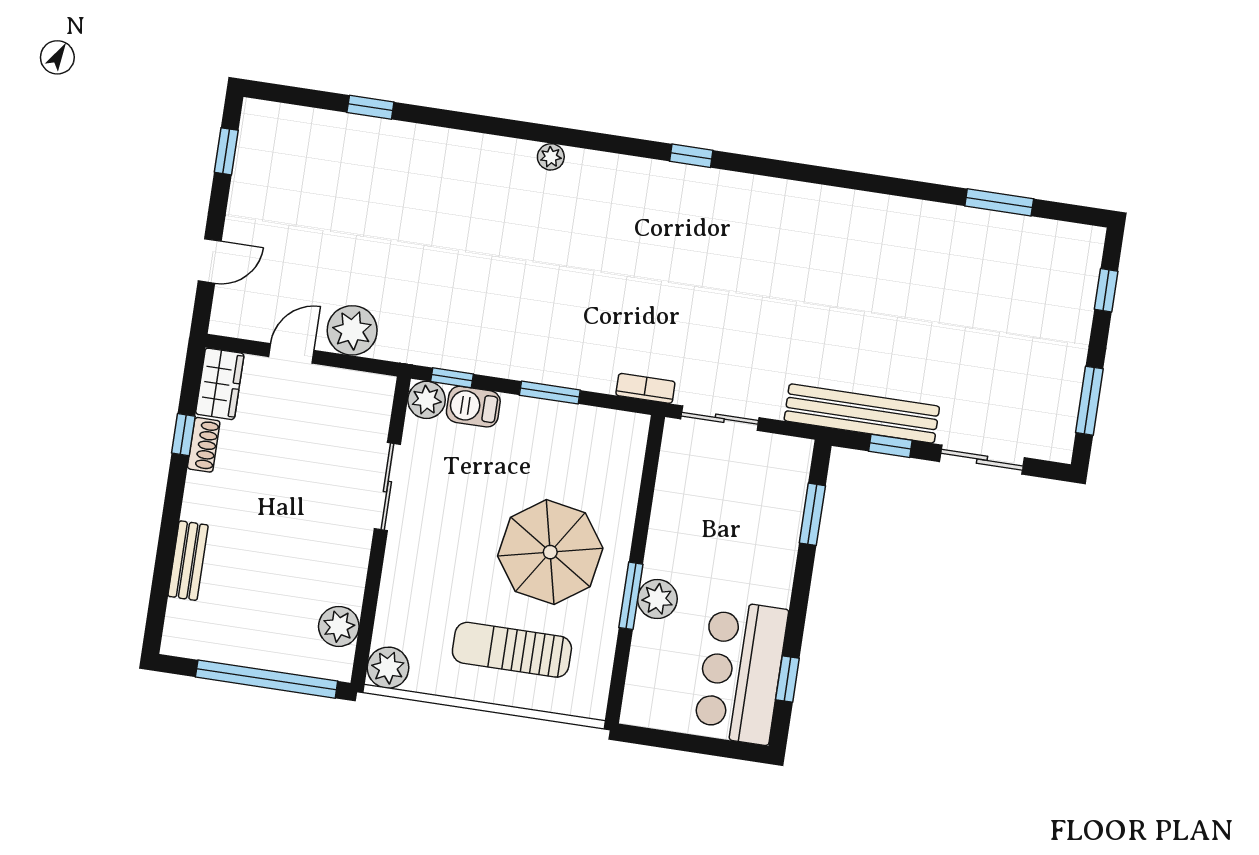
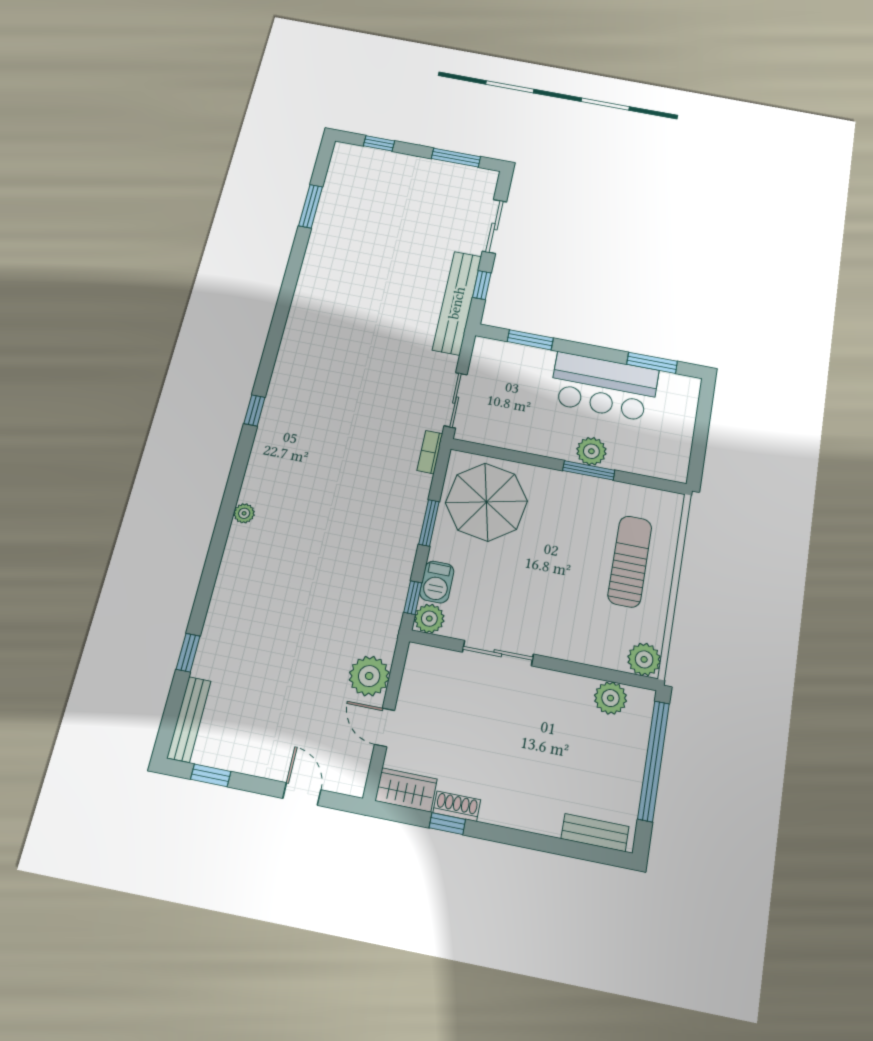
bench: (291, 118) -> (189, 719), added
parasol: (550, 552) -> (486, 502), moved
bench: (188, 561) -> (595, 833), moved
sun lounger: (512, 650) -> (630, 561), turned 180
bar counter: (741, 672) -> (604, 387), moved
window: (787, 679) -> (652, 363), width x1.50

